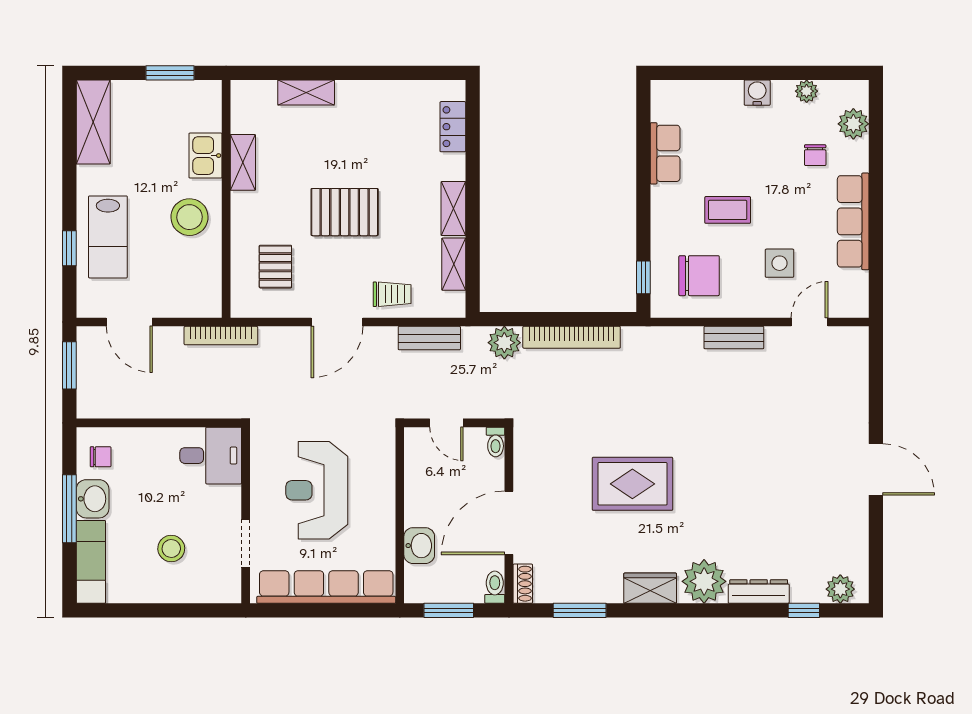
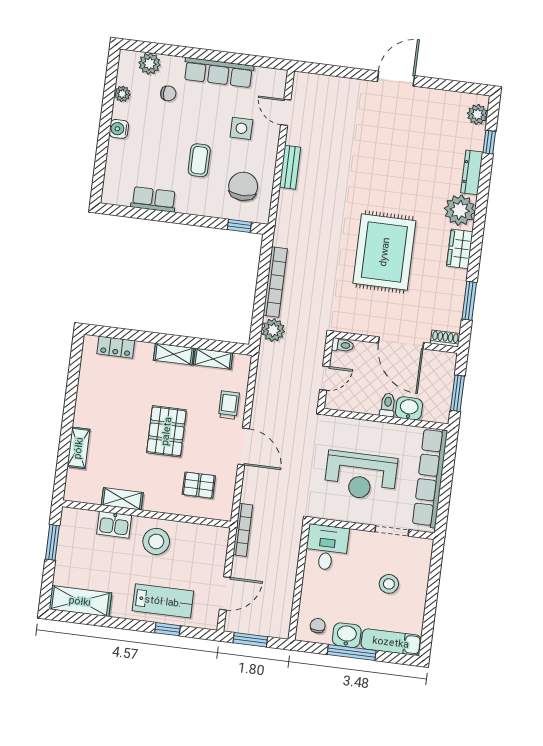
bench: (429, 338) -> (263, 383), removed
rug: (632, 484) -> (384, 252), width x1.37, depth x1.44
toilet: (495, 587) -> (388, 405), moved, turned 90

